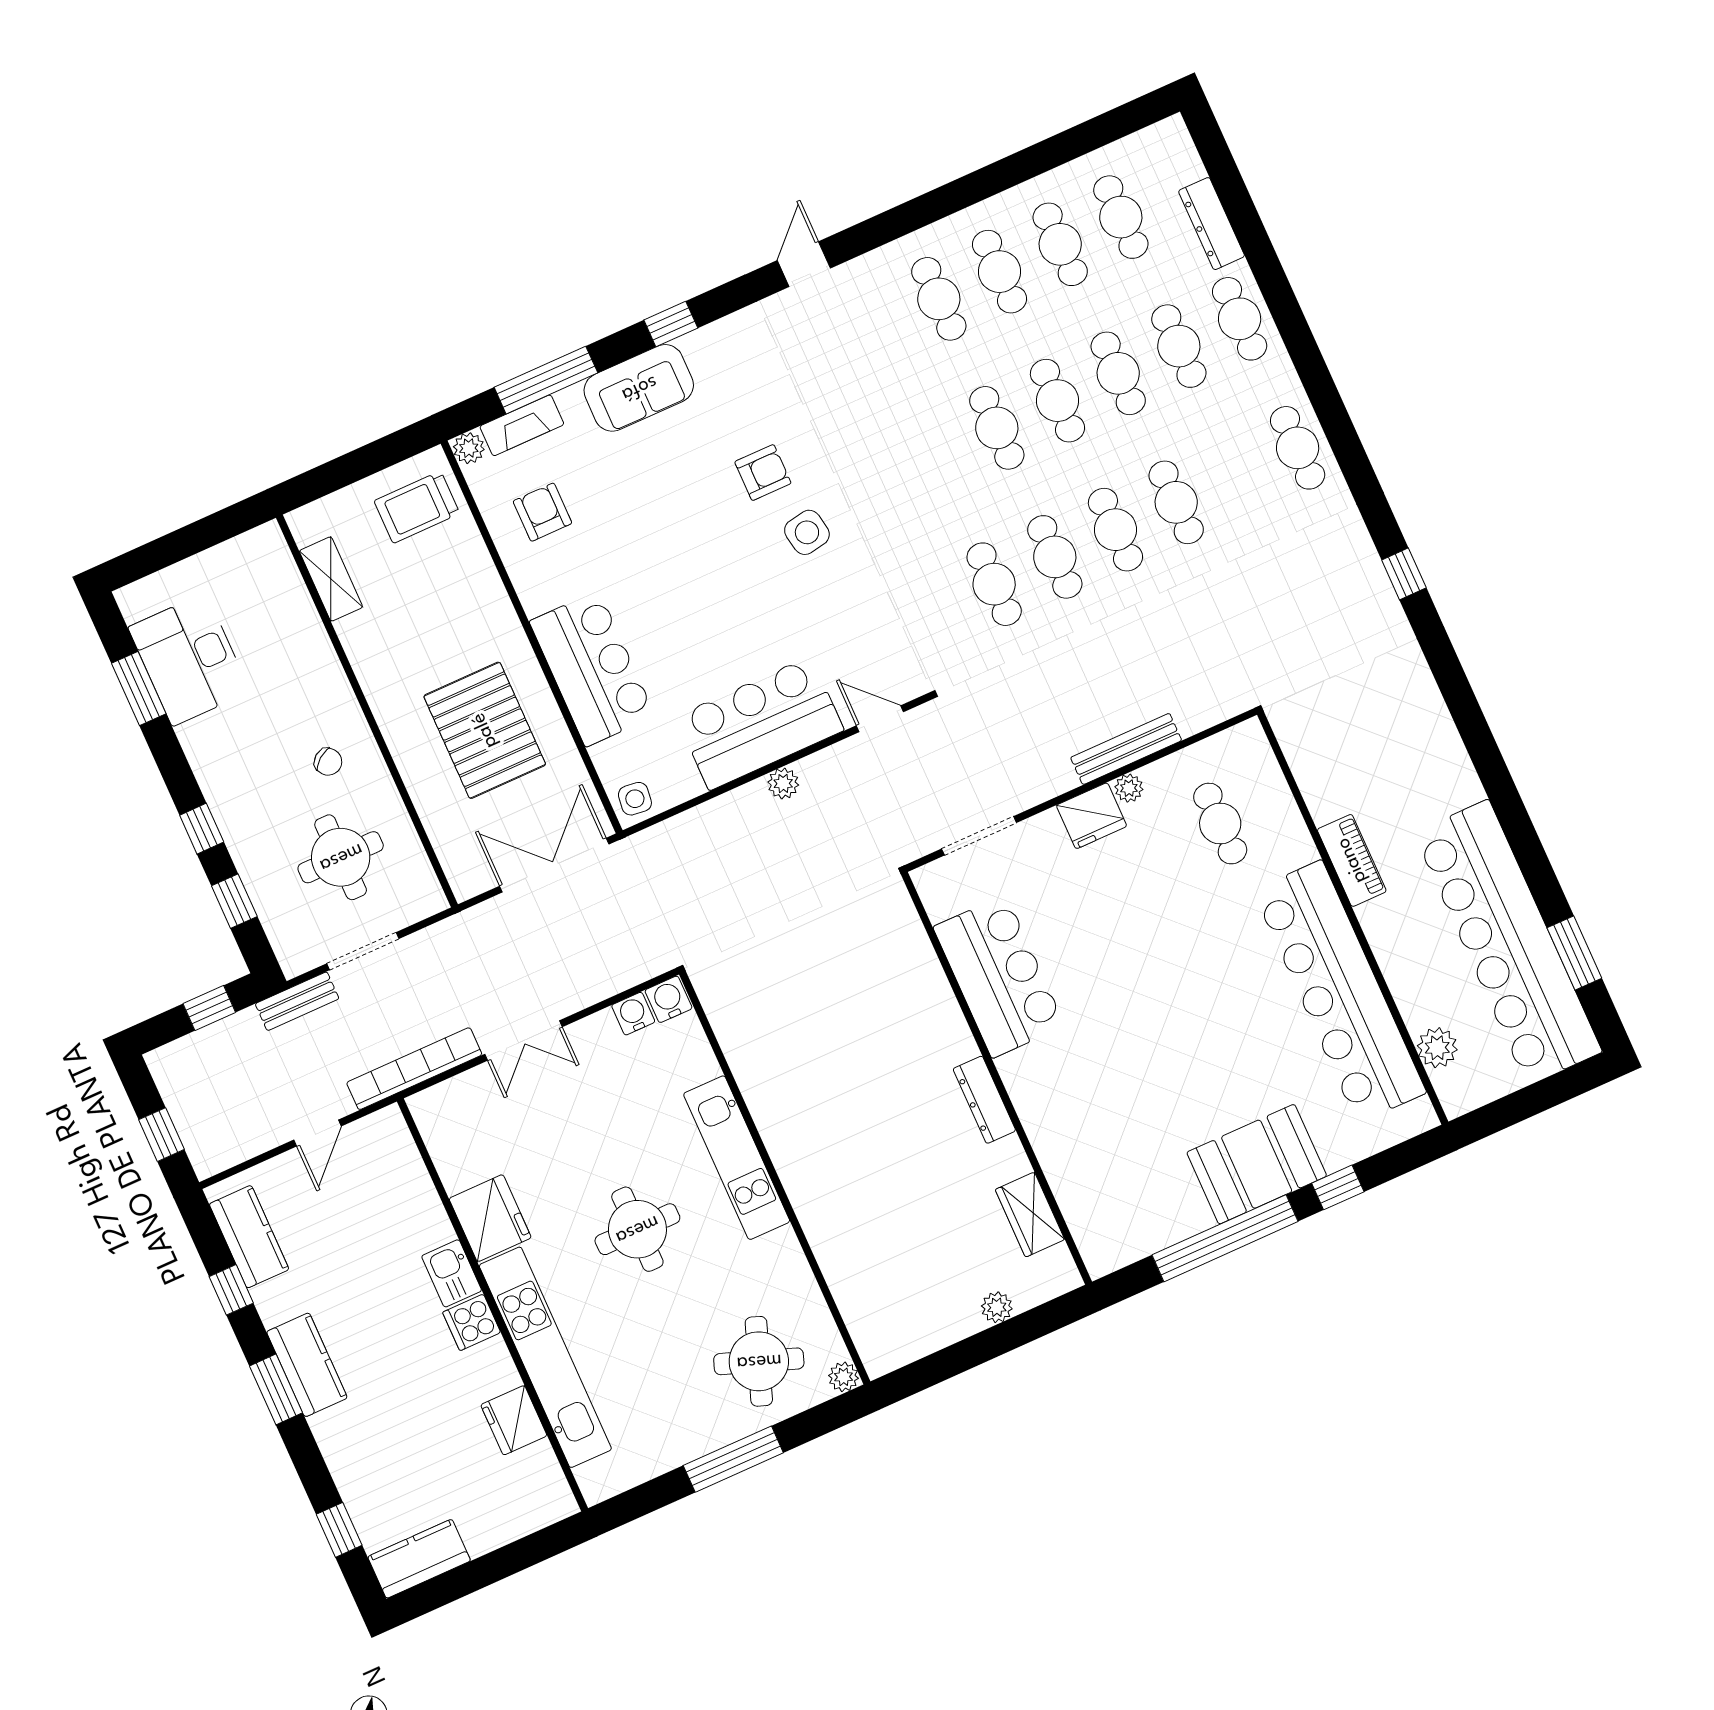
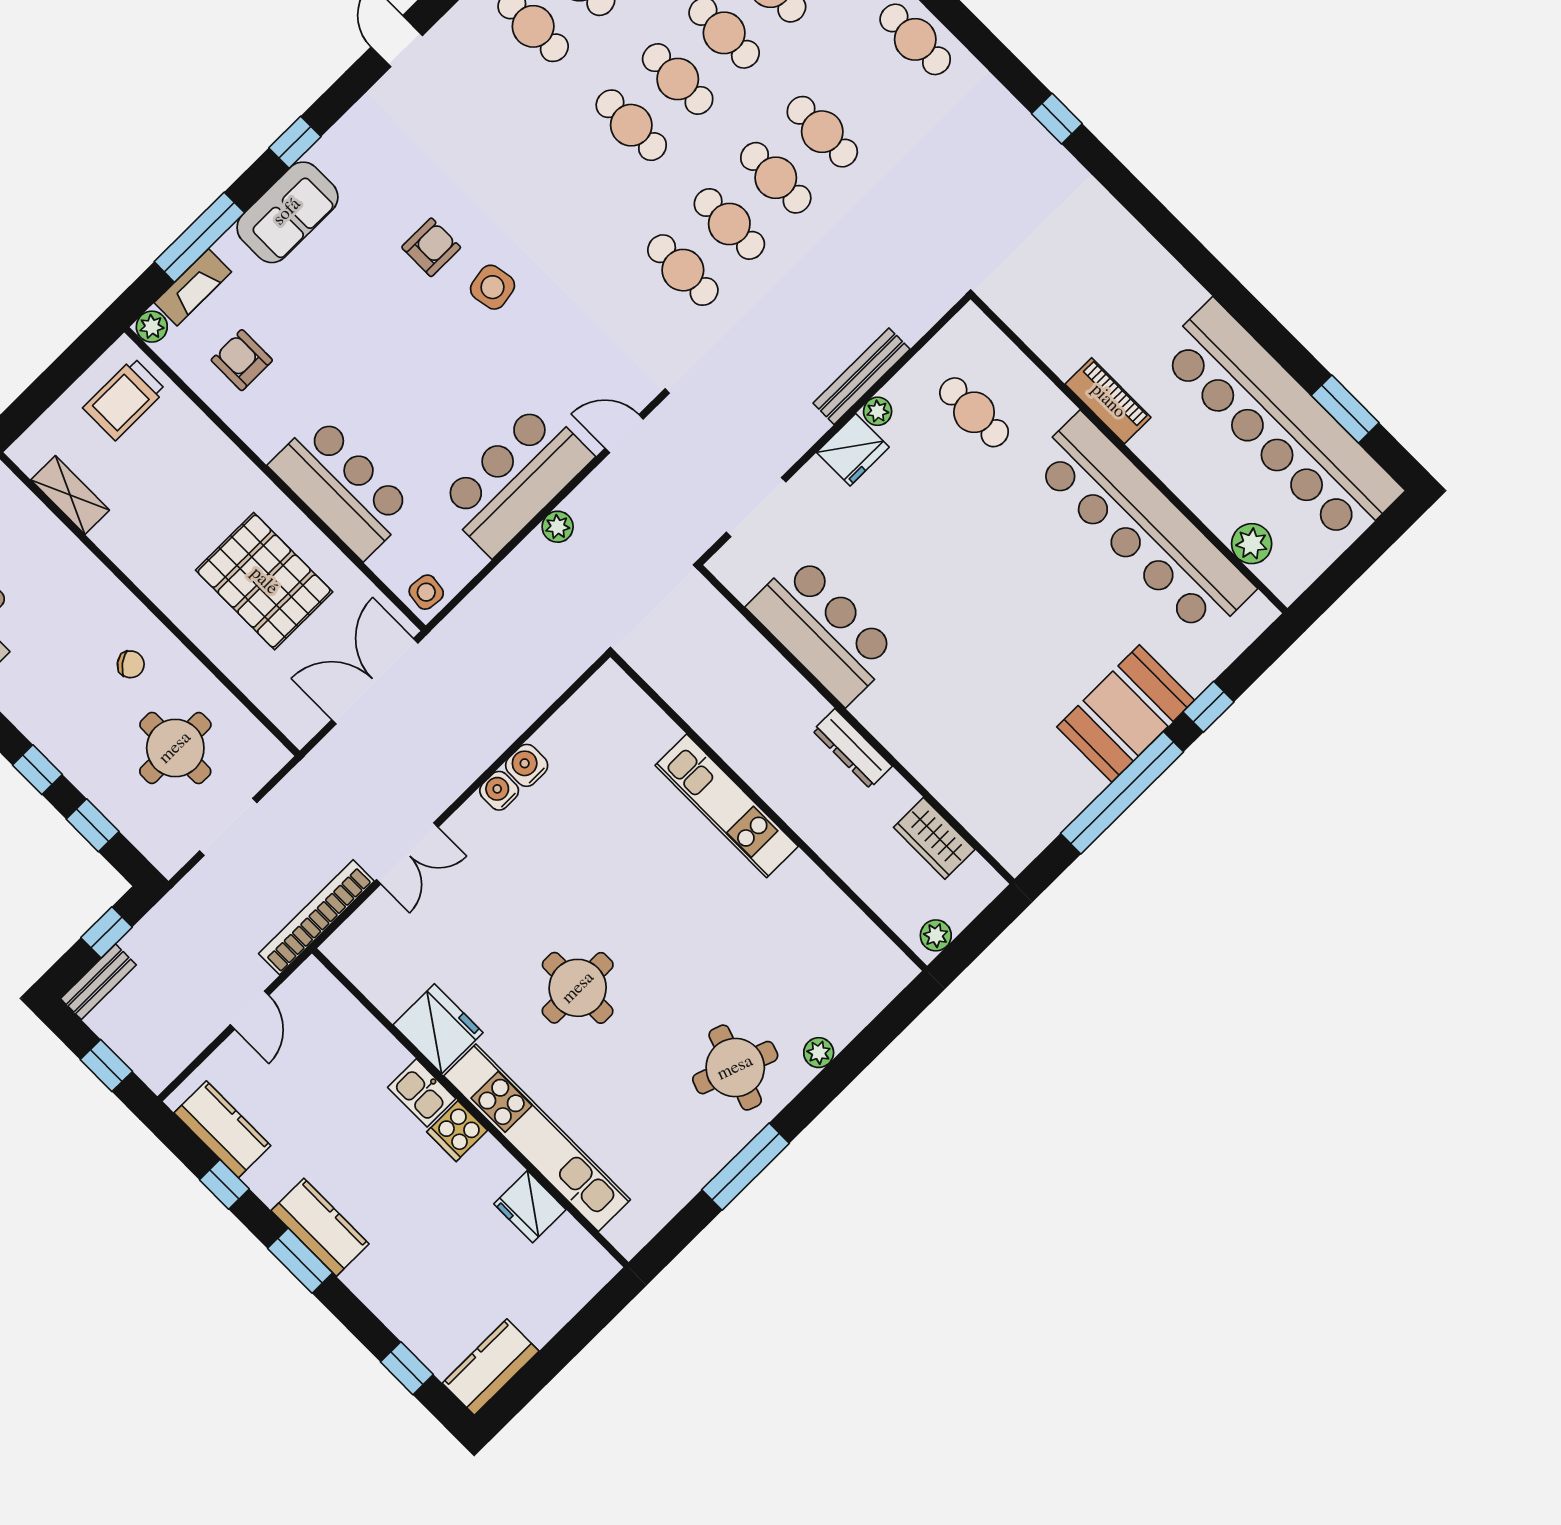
bench: (297, 1001) -> (98, 982), moved
kitchen unit: (737, 1158) -> (727, 806), moved
wall: (775, 1178) -> (769, 811), moved

